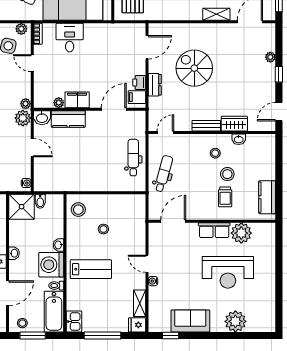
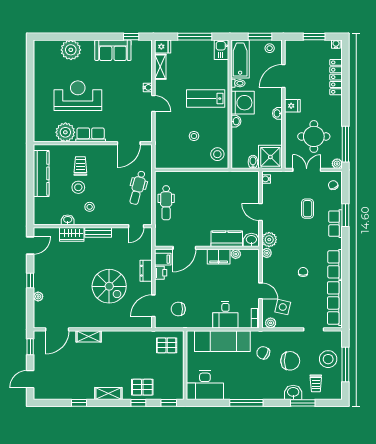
chair: (120, 44) -> (178, 309), added
kitchen counter: (267, 197) -> (41, 173), width x1.50

